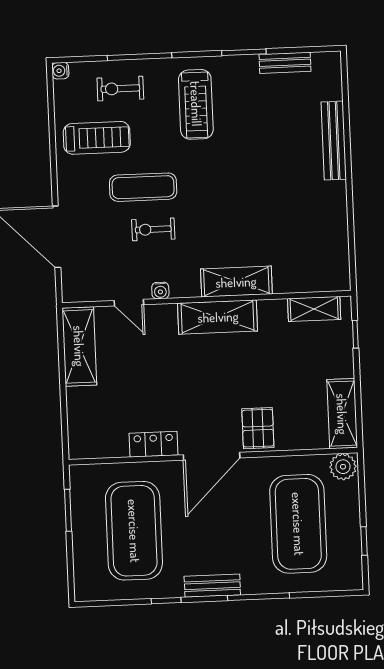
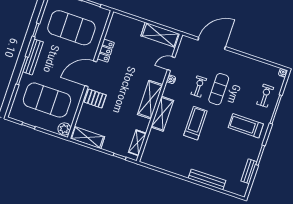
treadmill: (97, 138) -> (195, 123), moved, turned 180
door: (212, 456) -> (91, 74), hinge flipped
bench: (212, 586) -> (33, 57), width x1.36

